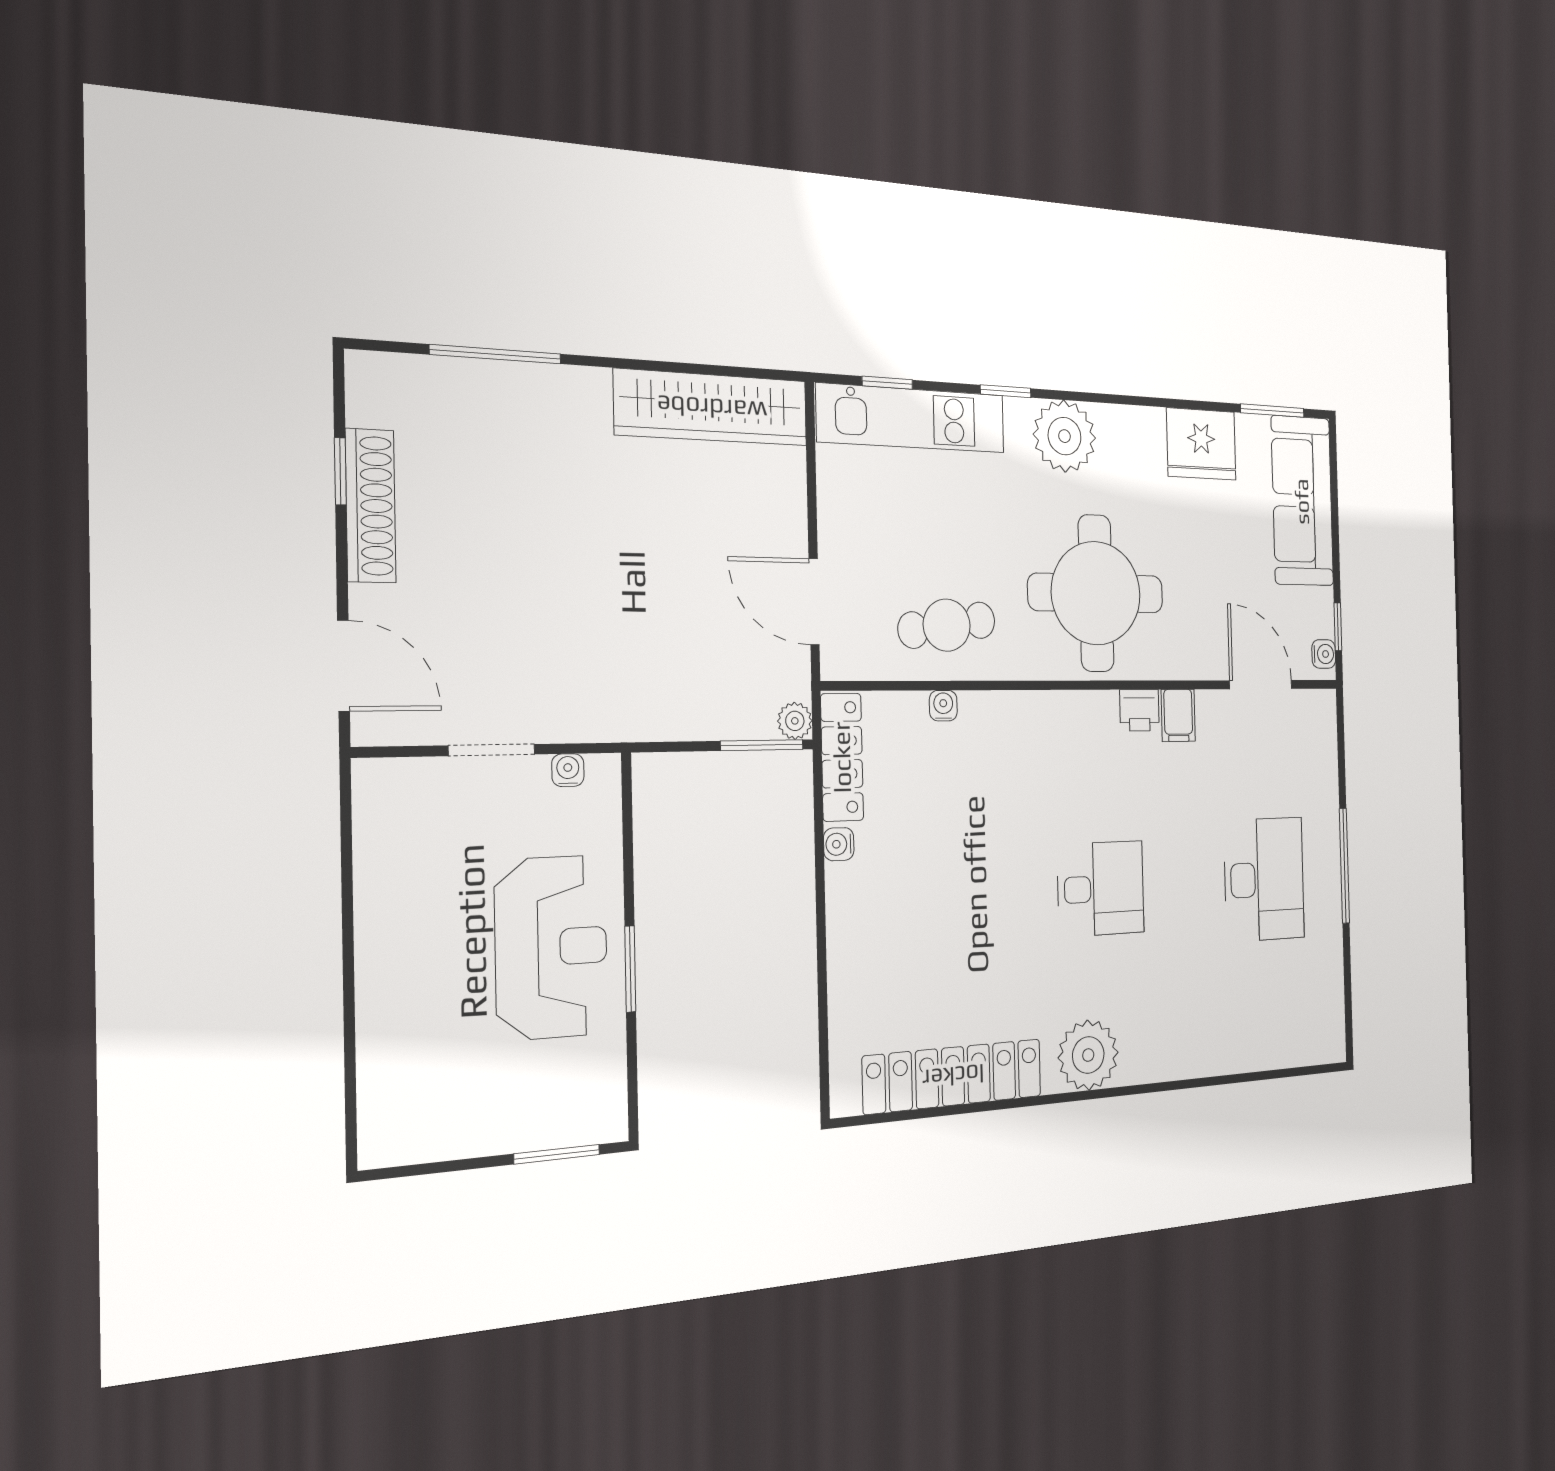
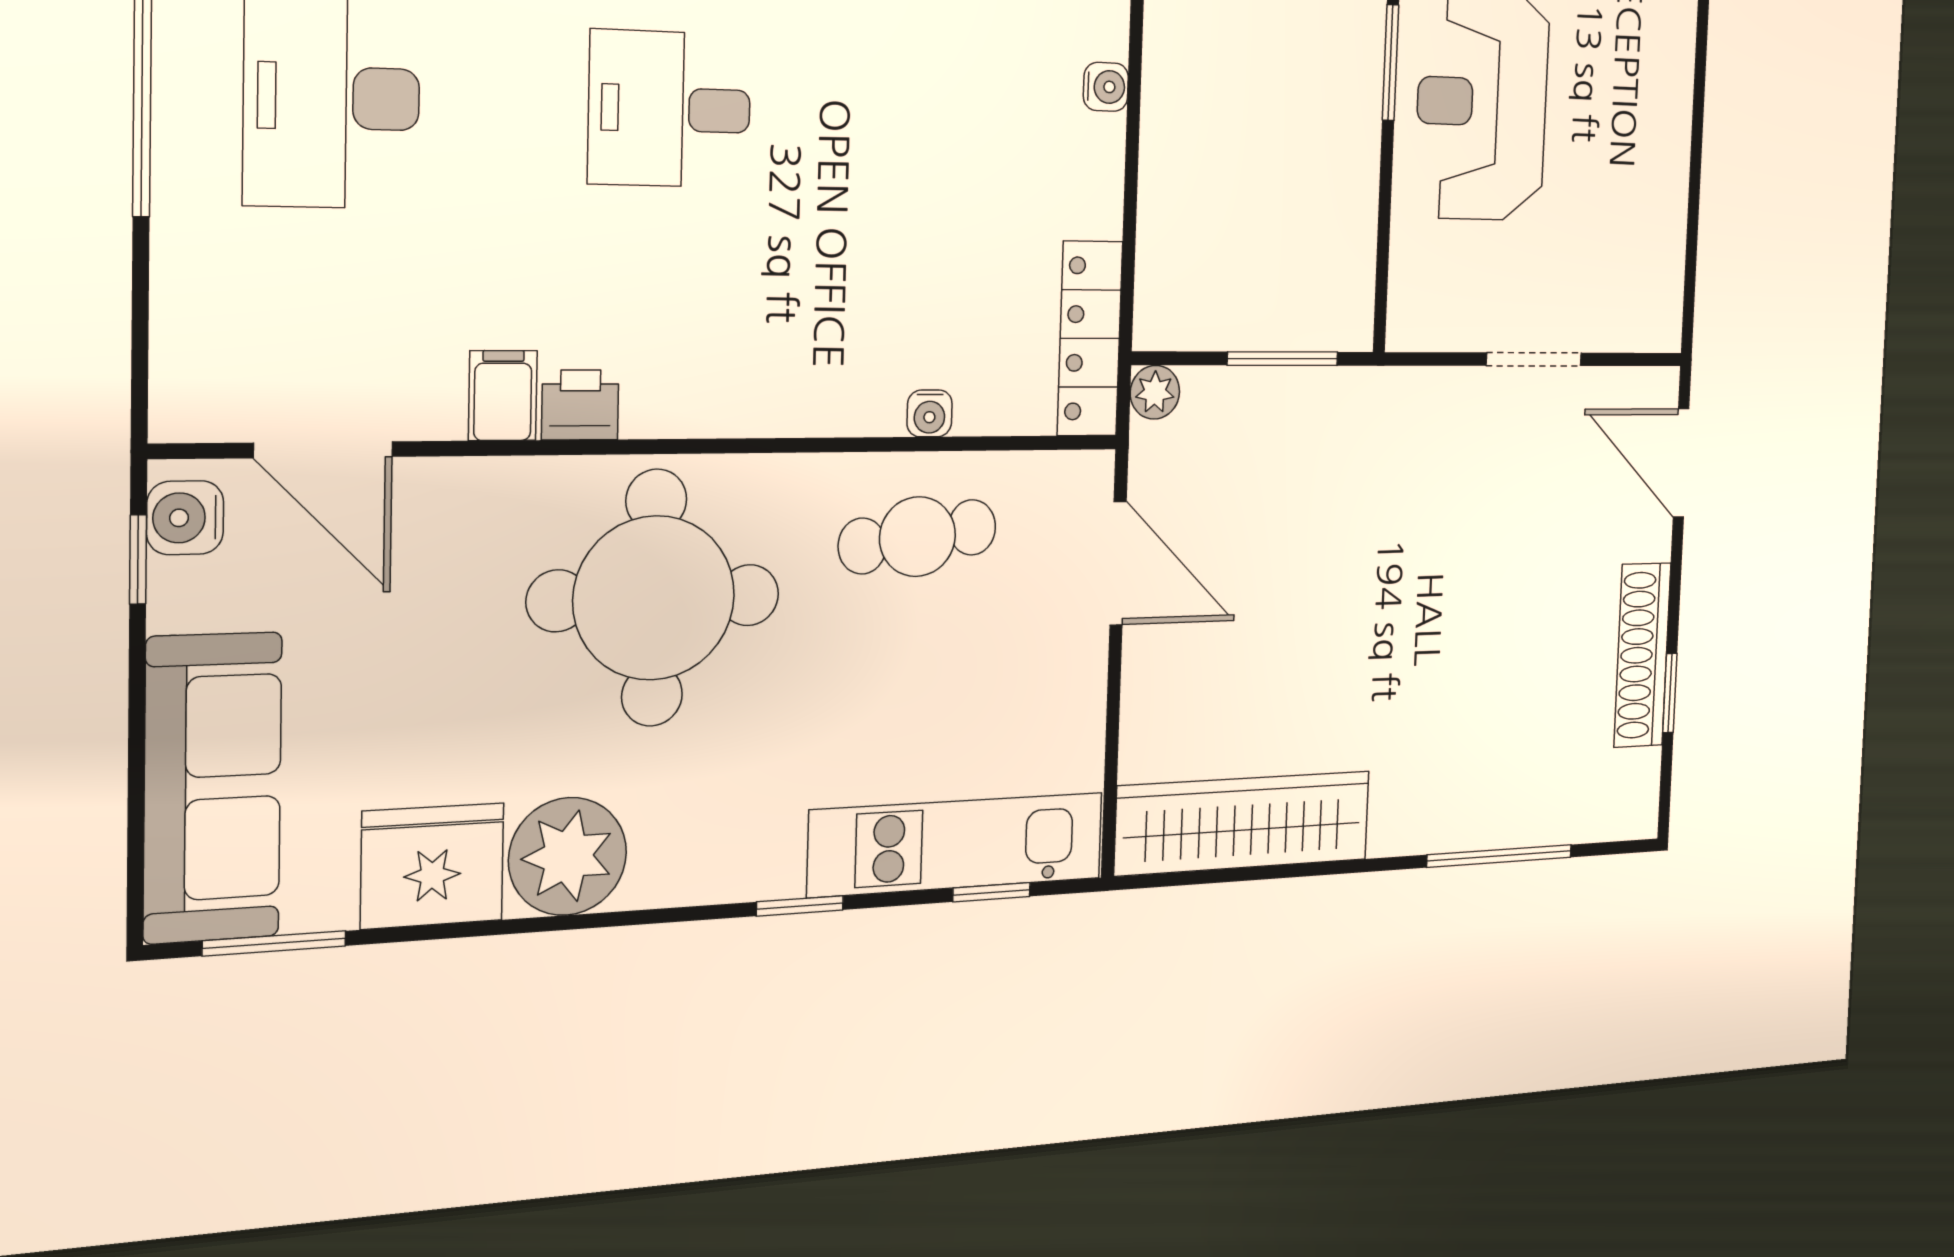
plant: (1065, 436) -> (568, 856), moved
water cooler: (1324, 654) -> (185, 518), width x1.38, depth x1.38
window: (762, 745) -> (1283, 359), moved
water cooler: (568, 770) -> (1449, 331), removed
water cooler: (839, 844) -> (1106, 87), moved

